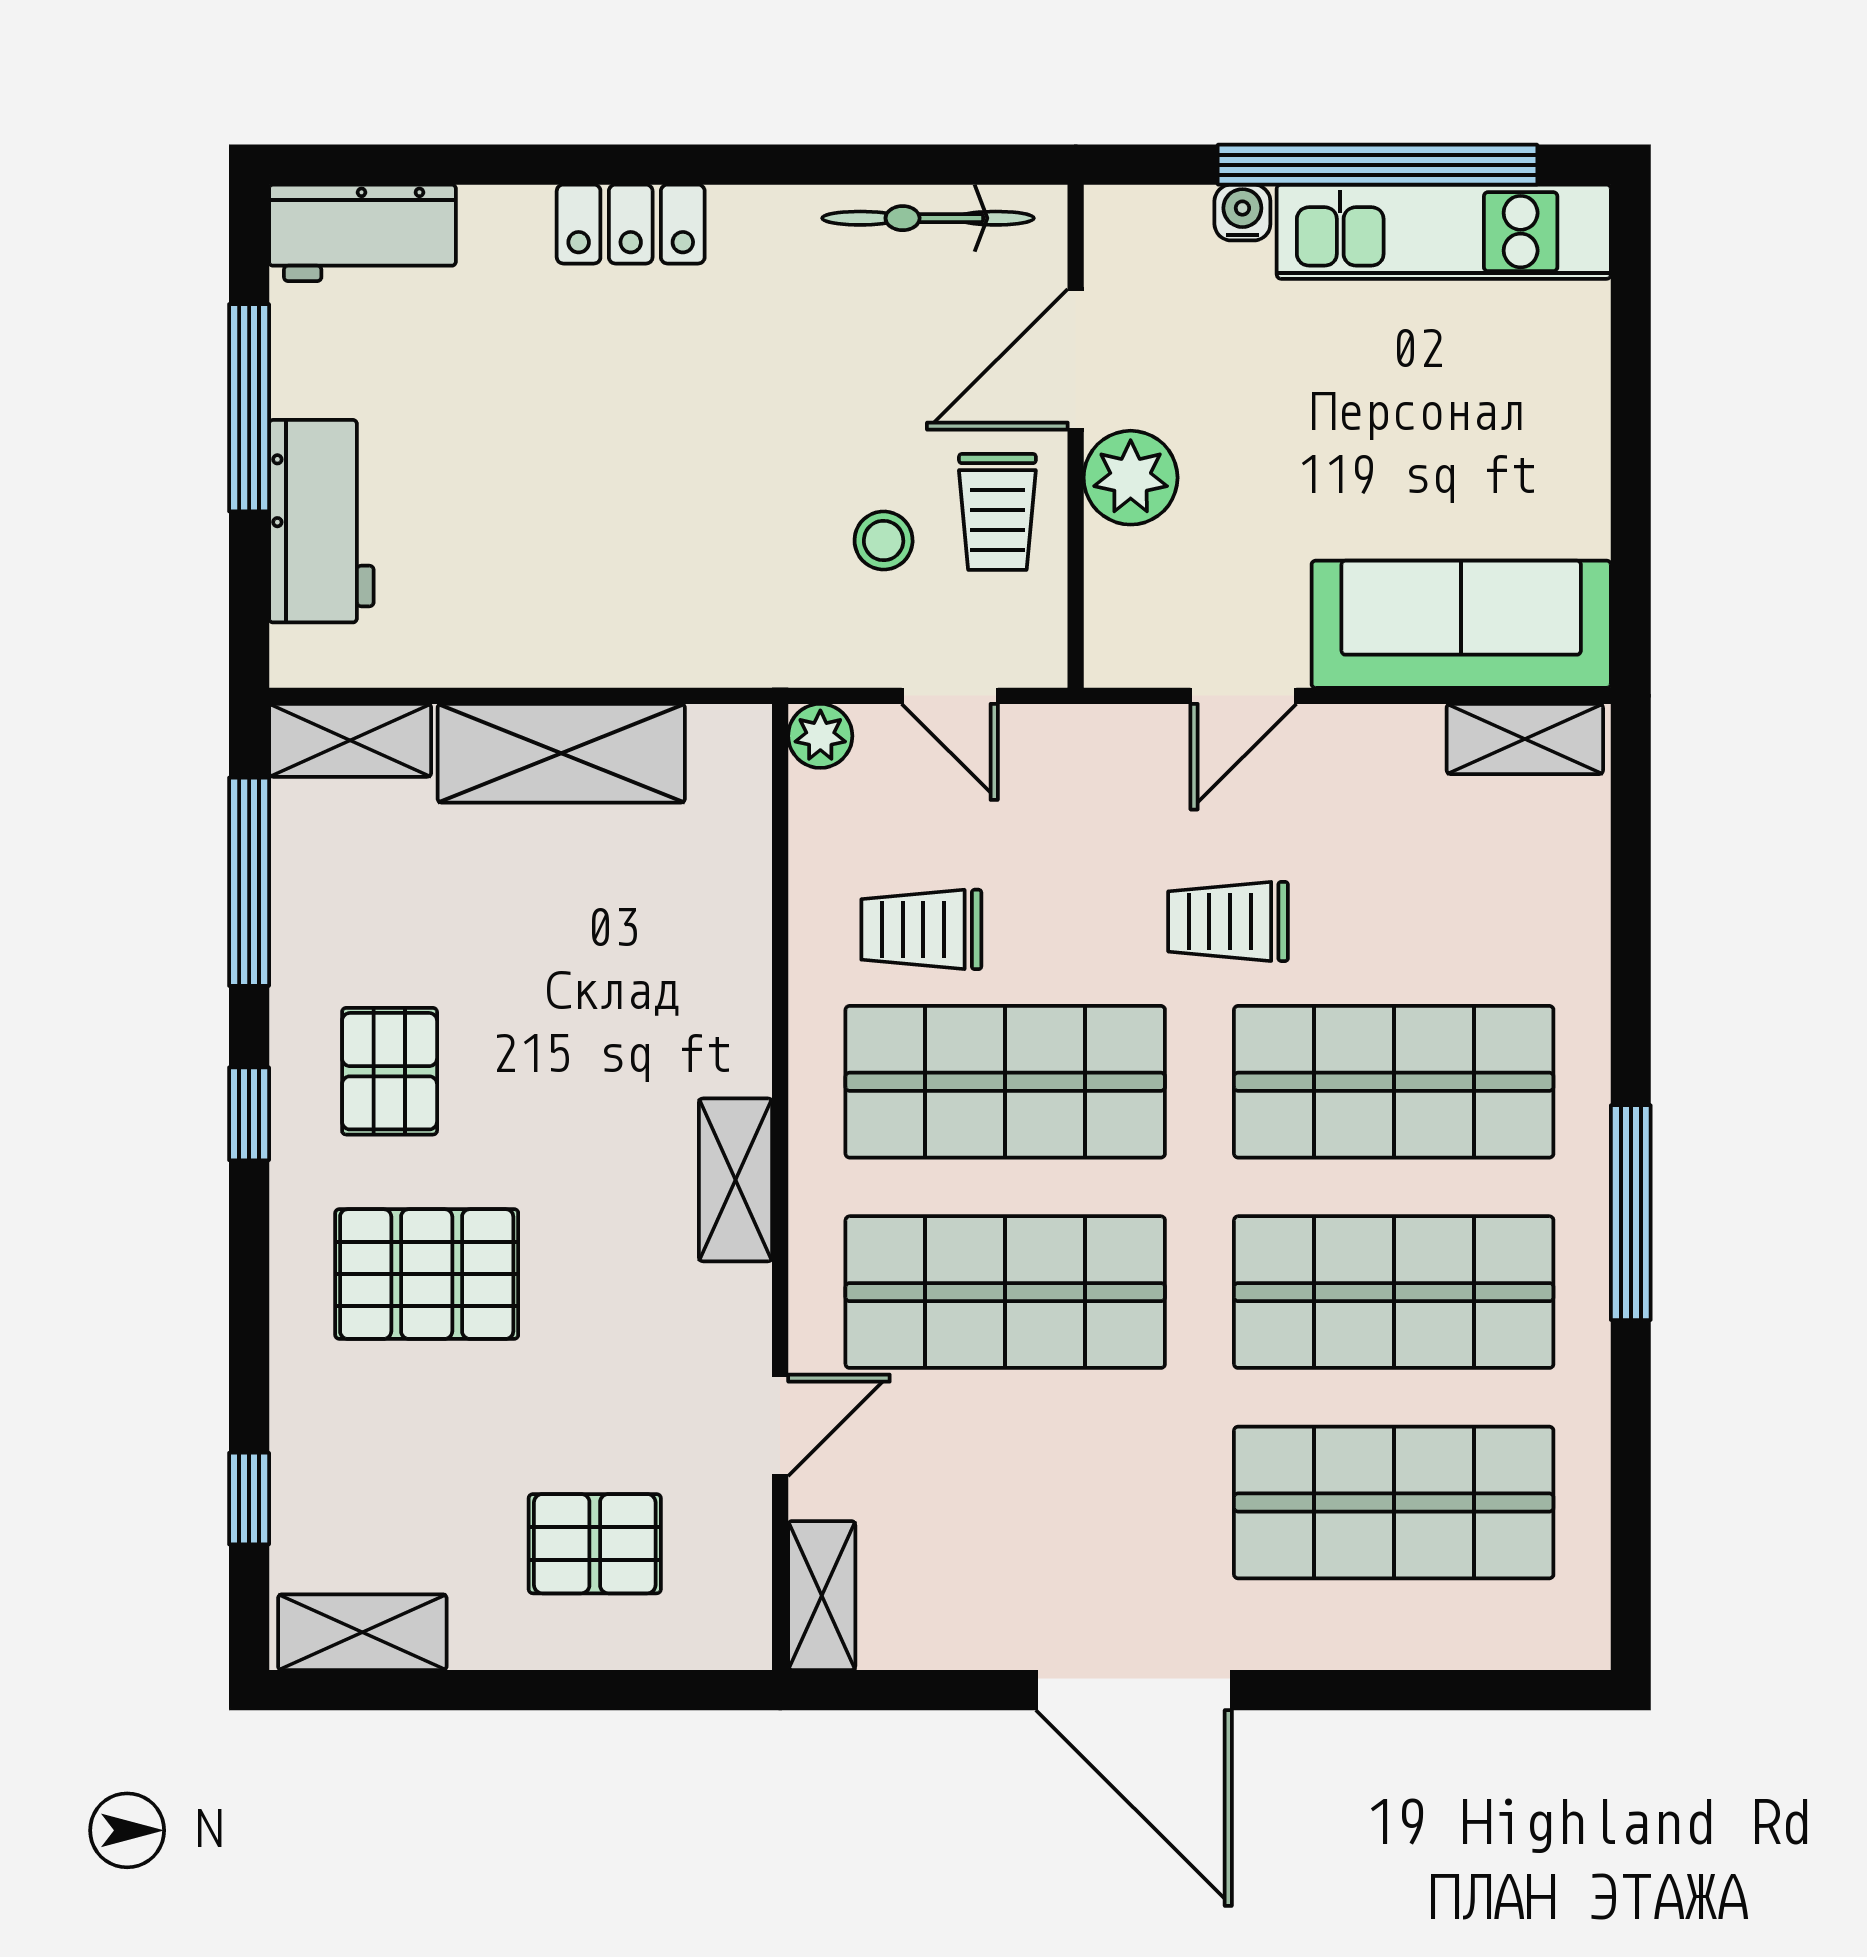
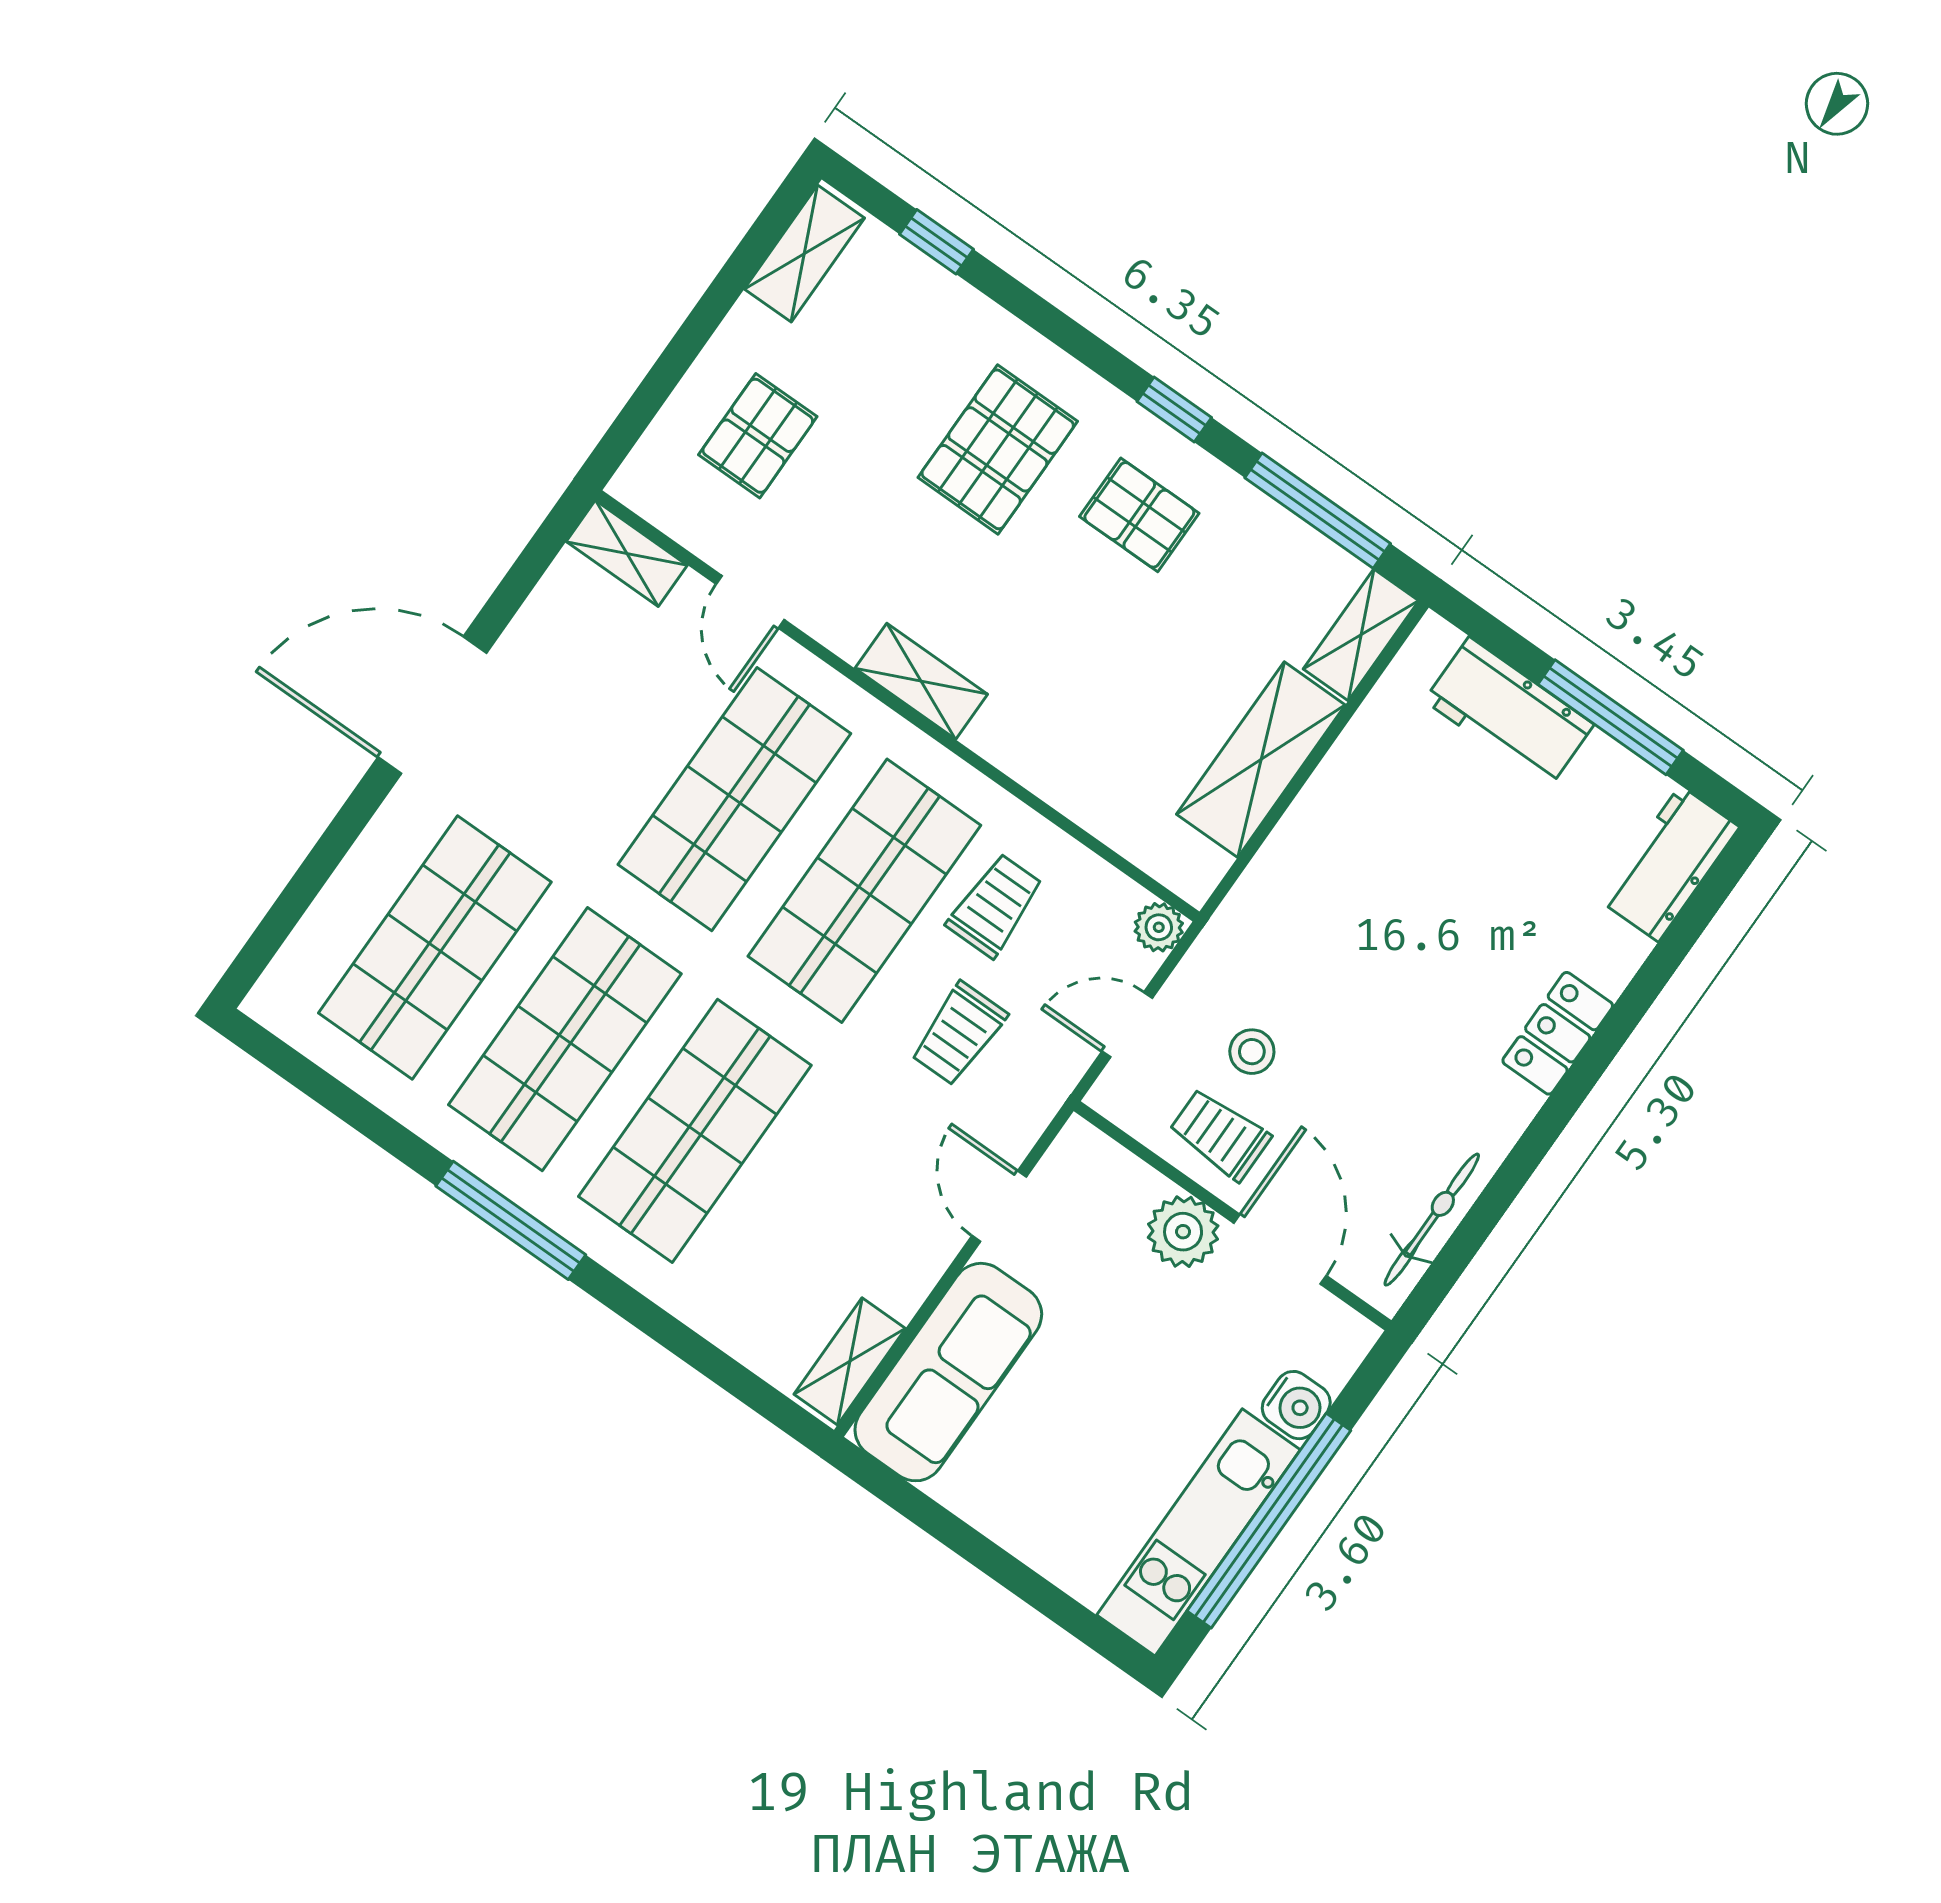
water cooler: (1242, 213) -> (1296, 1405), width x1.38, depth x1.38
trolley: (1228, 921) -> (959, 1034), moved, turned 180

